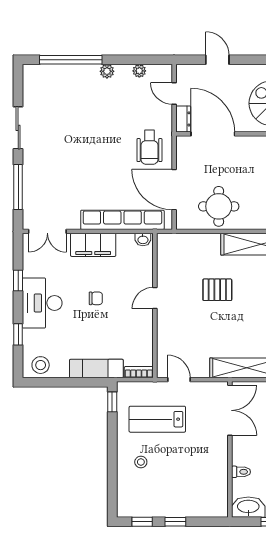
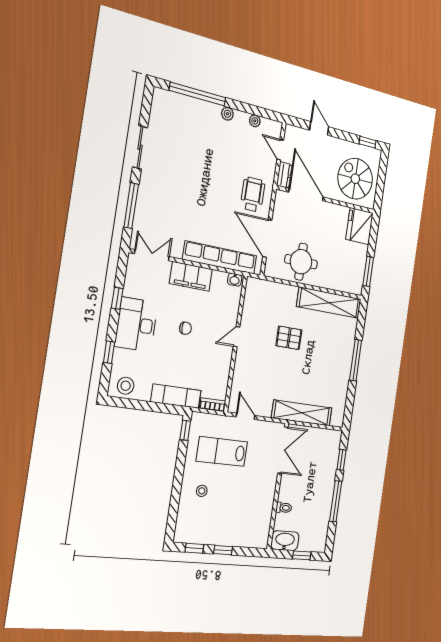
wheelchair: (149, 147) -> (253, 194), turned 180
double door: (47, 231) -> (152, 255), swing flipped

